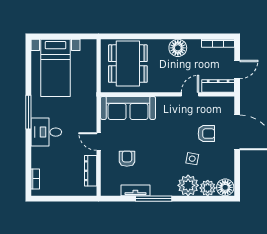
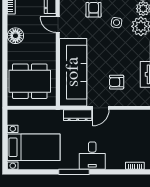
sofa: (128, 108) -> (73, 72), width x1.36, depth x1.27
dresser: (91, 171) -> (78, 115), moved

